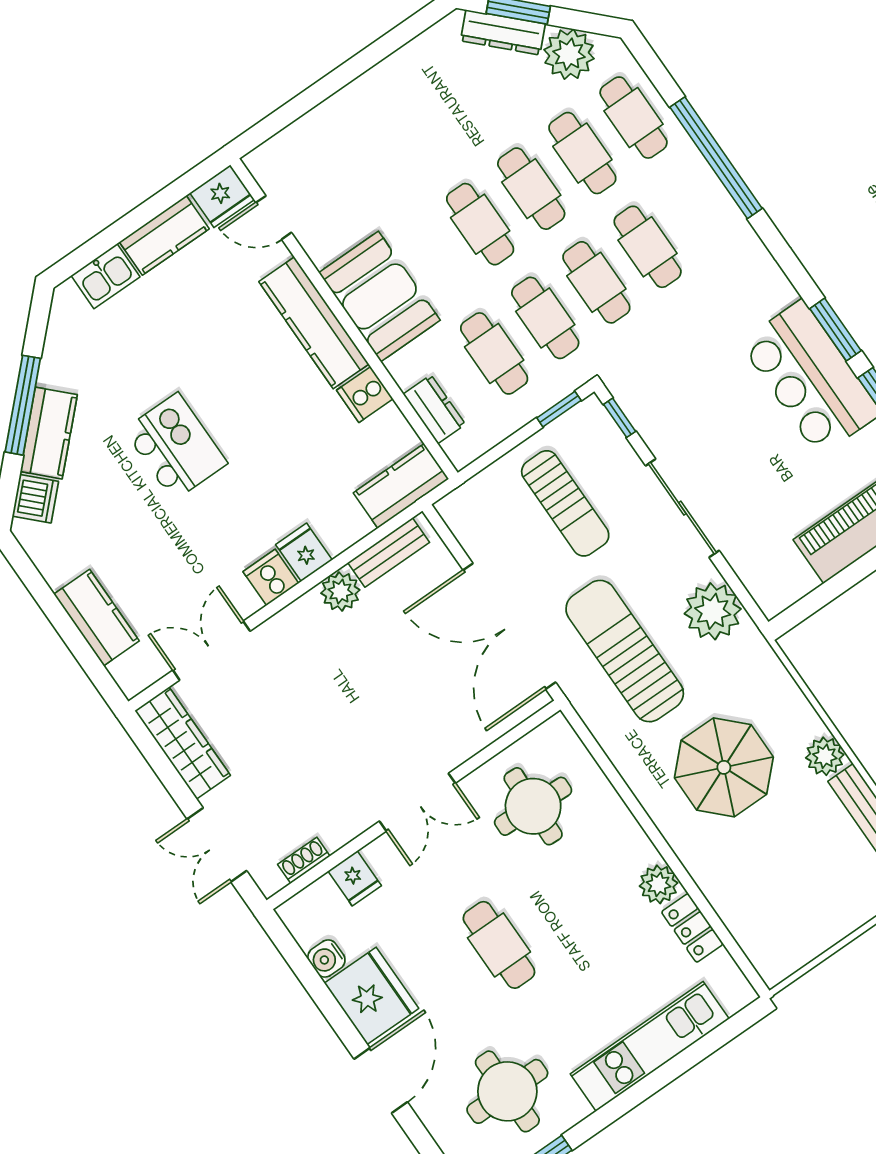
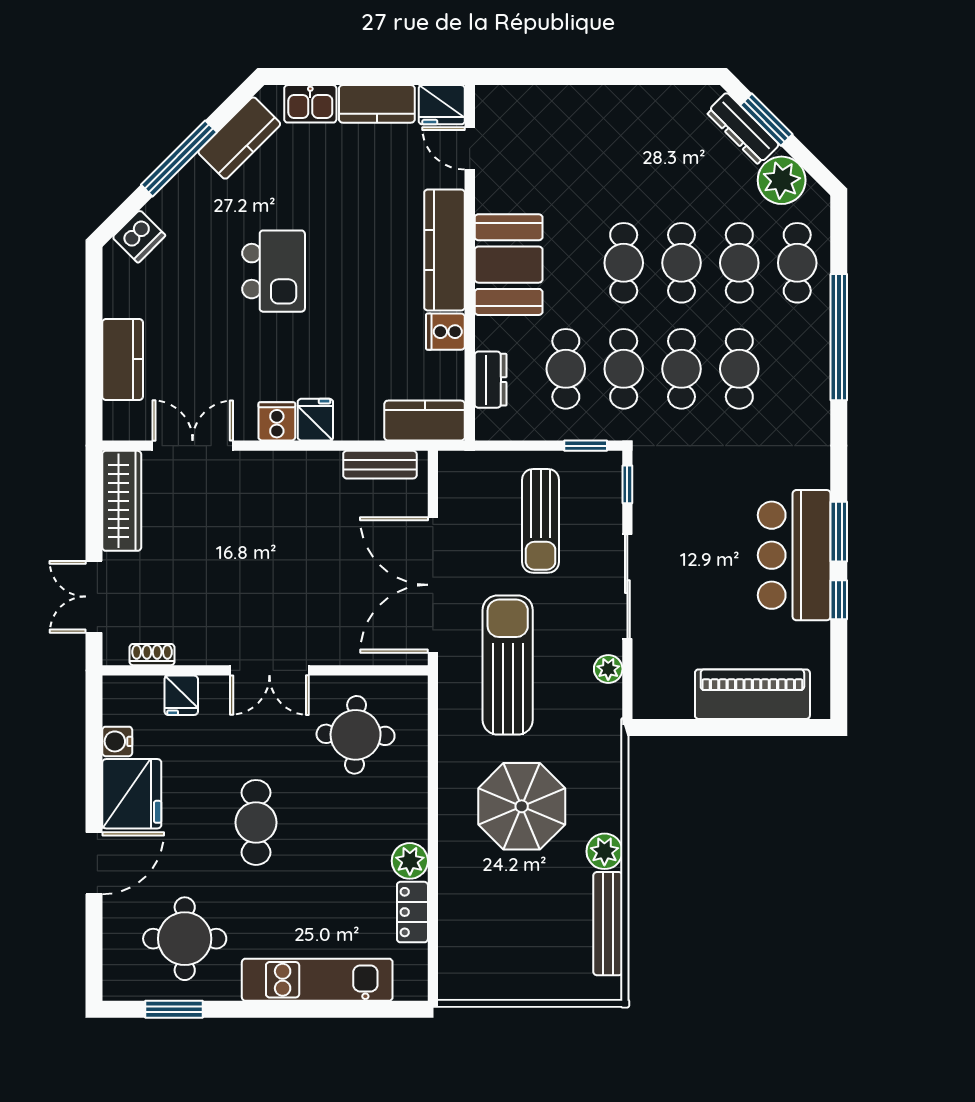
kitchen counter: (49, 433) -> (239, 138), moved
plant: (340, 592) -> (322, 469), removed
plant: (713, 611) -> (608, 669), width x0.53, depth x0.53

